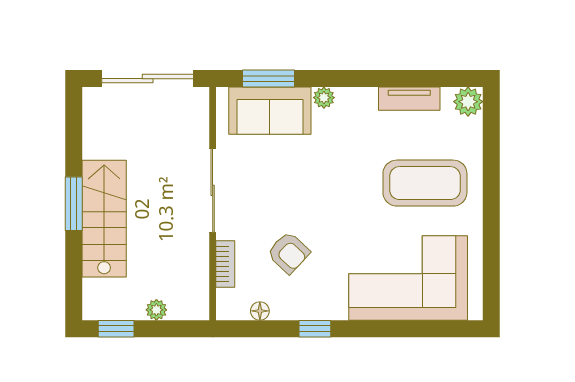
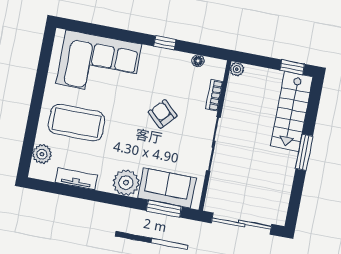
plant: (324, 98) -> (126, 183), width x1.87, depth x1.87
plant: (468, 102) -> (42, 154), moved
stairs: (104, 219) -> (292, 111), moved
armchair: (289, 253) -> (163, 114), moved
plant: (156, 310) -> (237, 69), moved

